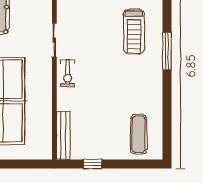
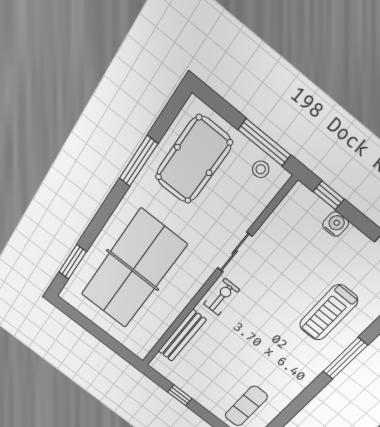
exercise bike: (68, 73) -> (222, 297), turned 180
bench: (63, 136) -> (182, 336), moved

